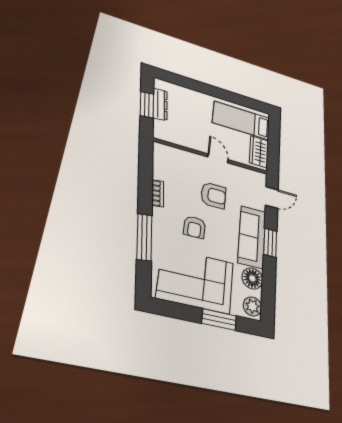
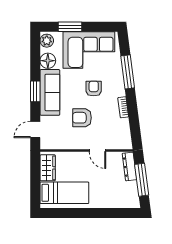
dresser: (160, 104) -> (129, 166), moved
window: (147, 105) -> (142, 180), width x1.44
door: (218, 158) -> (97, 151), moved

